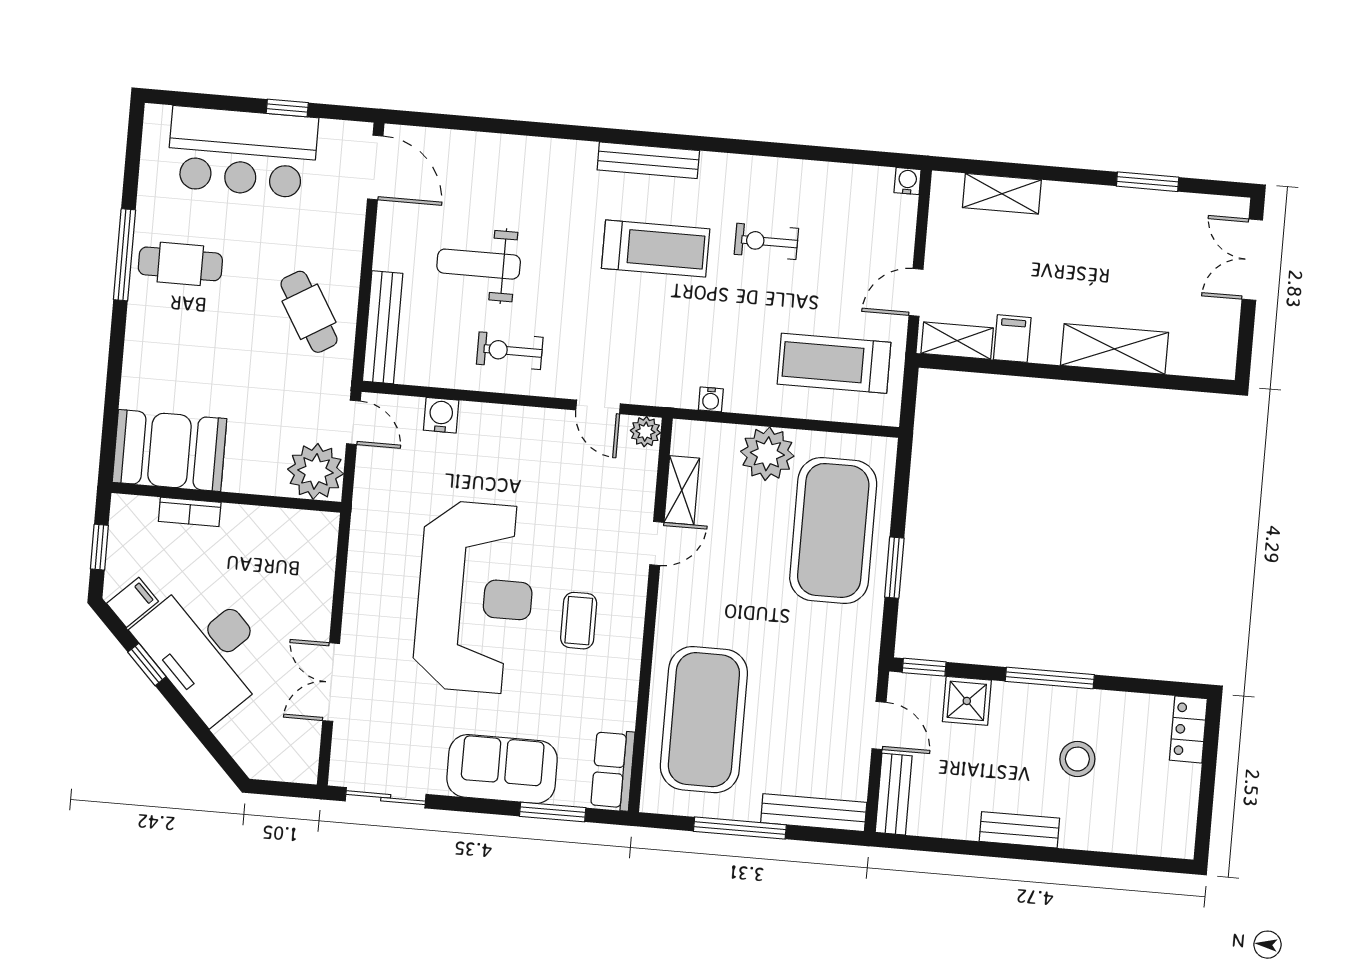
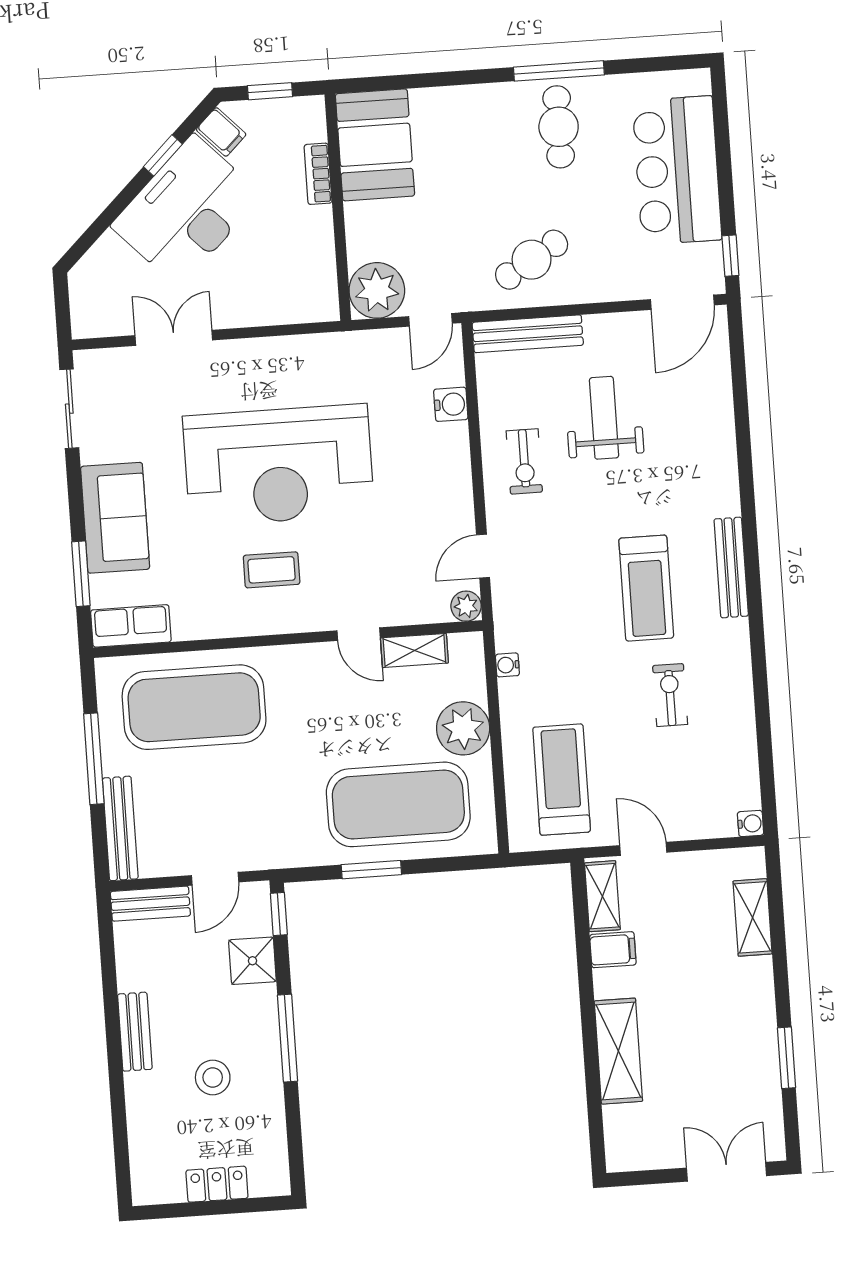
window: (287, 108) -> (730, 256), moved
exercise bike: (510, 351) -> (524, 461), turned 180
locker: (1188, 729) -> (217, 1184), moved

